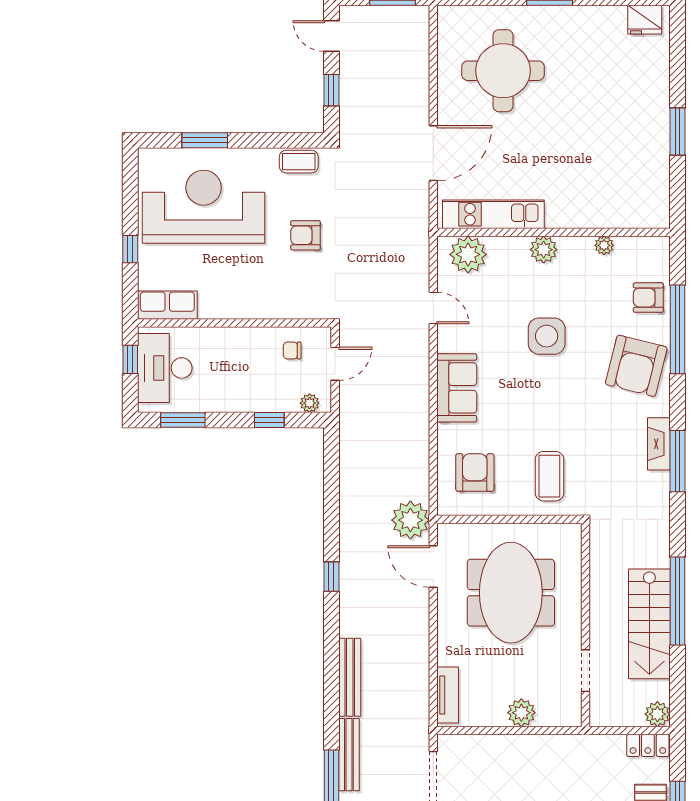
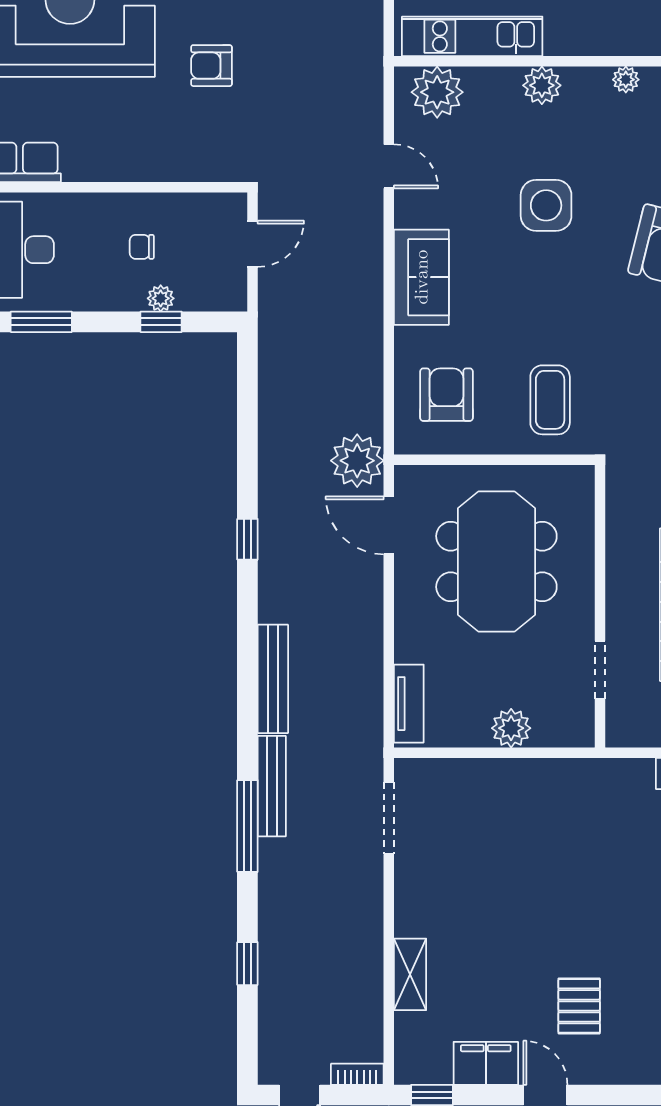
chair: (292, 351) -> (142, 247), moved
plant: (310, 403) -> (161, 298), moved

